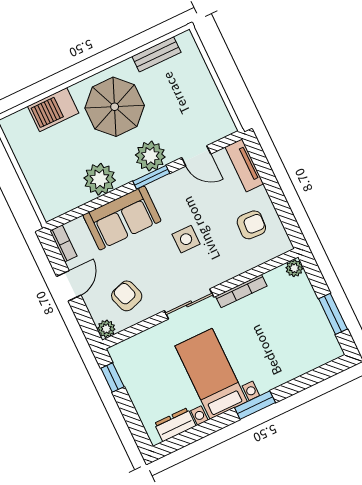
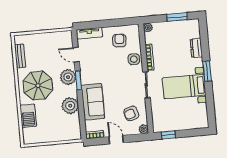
door: (196, 156) -> (76, 55), swing flipped
side table: (186, 239) -> (134, 59), moved
dresser: (175, 425) -> (196, 48), moved

